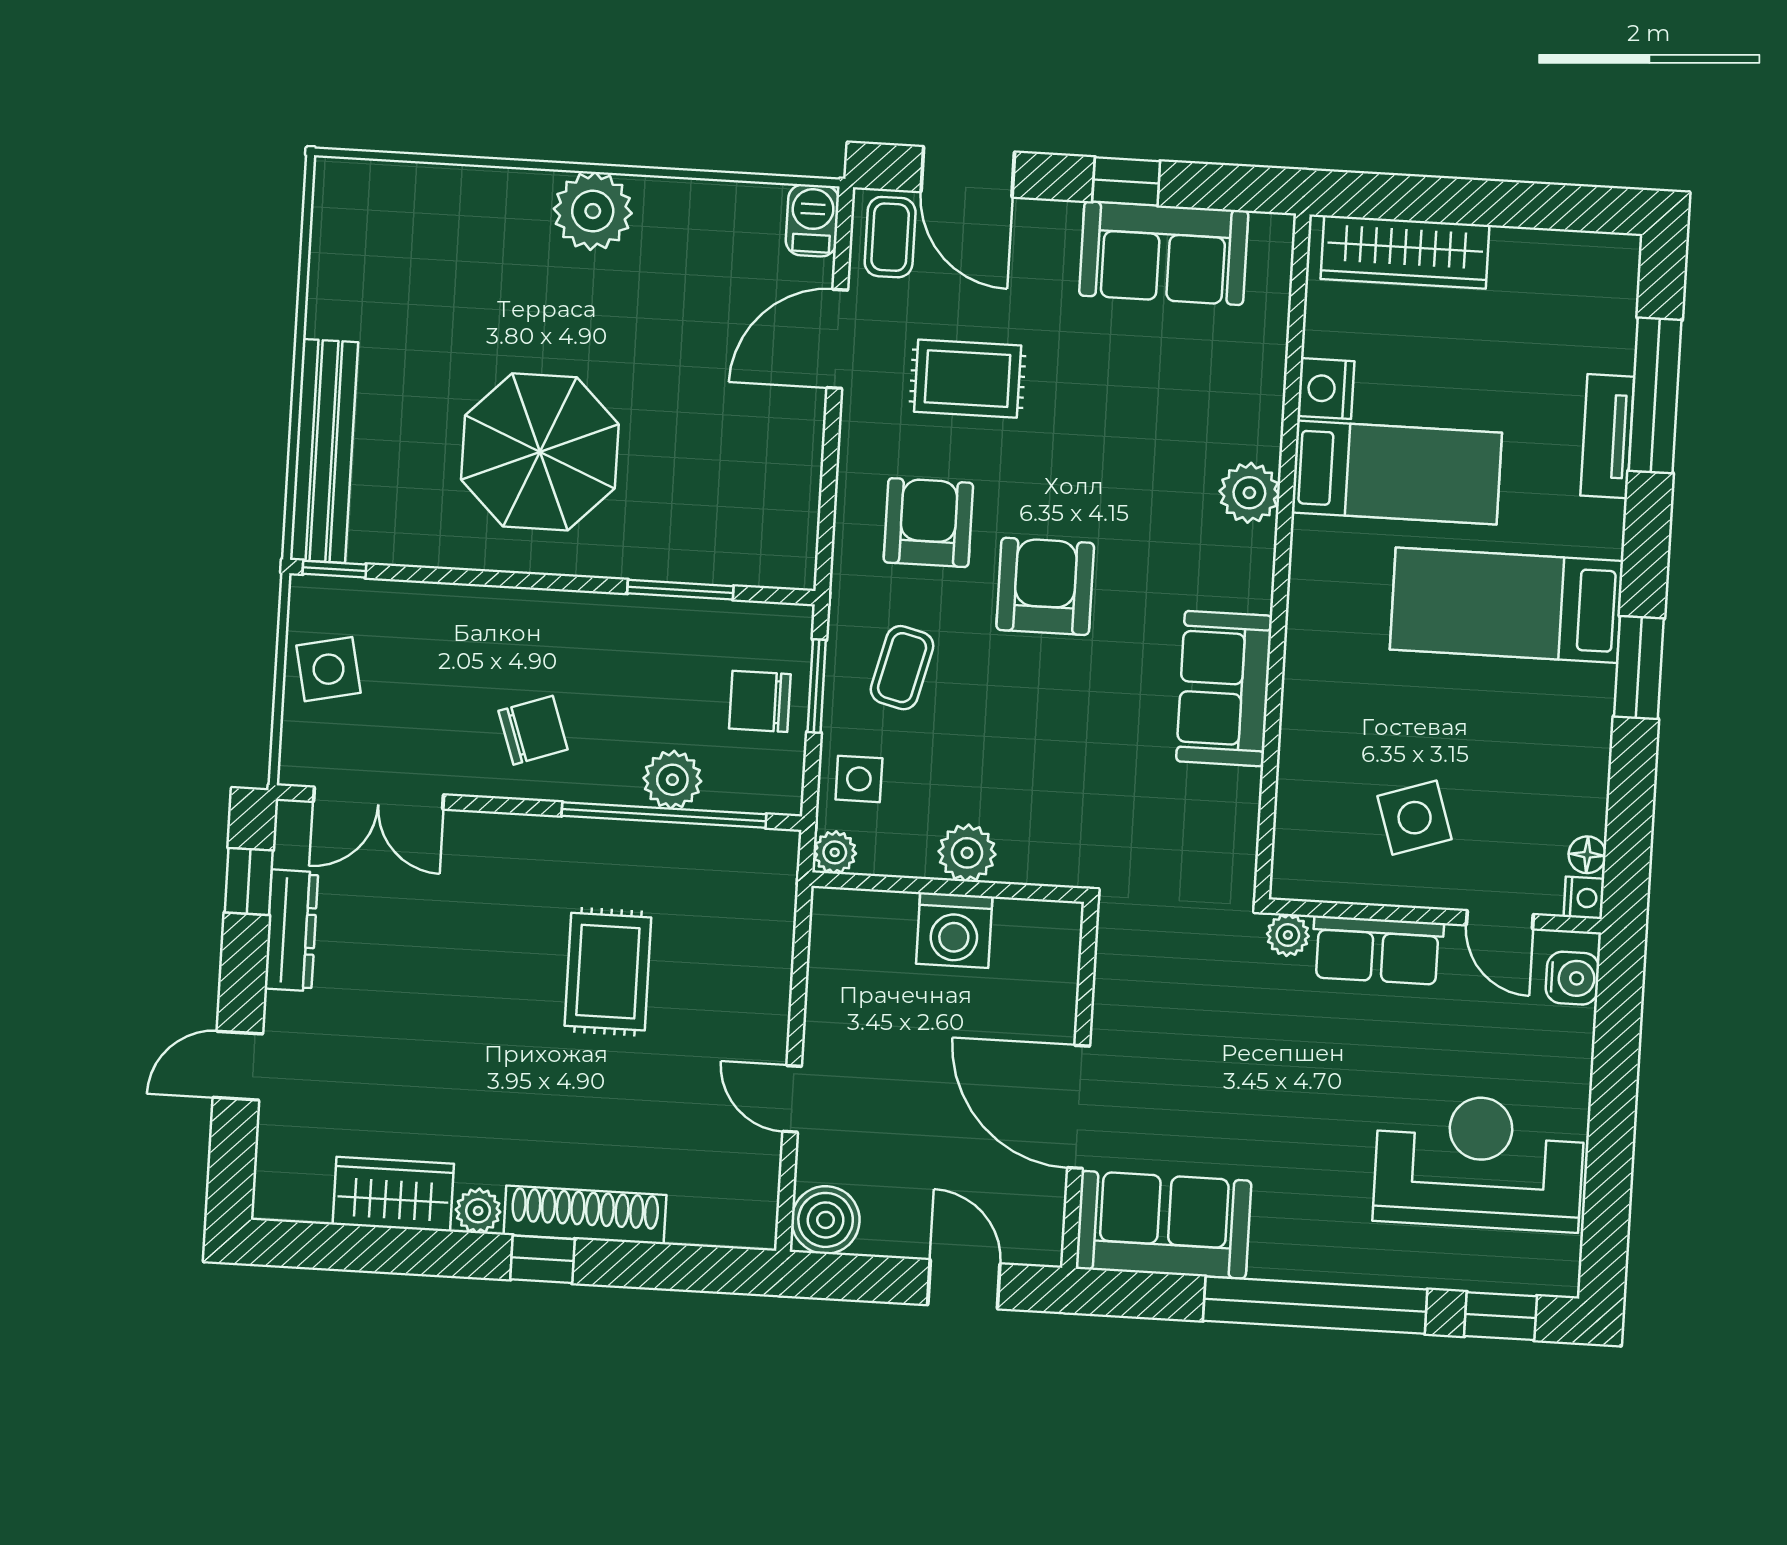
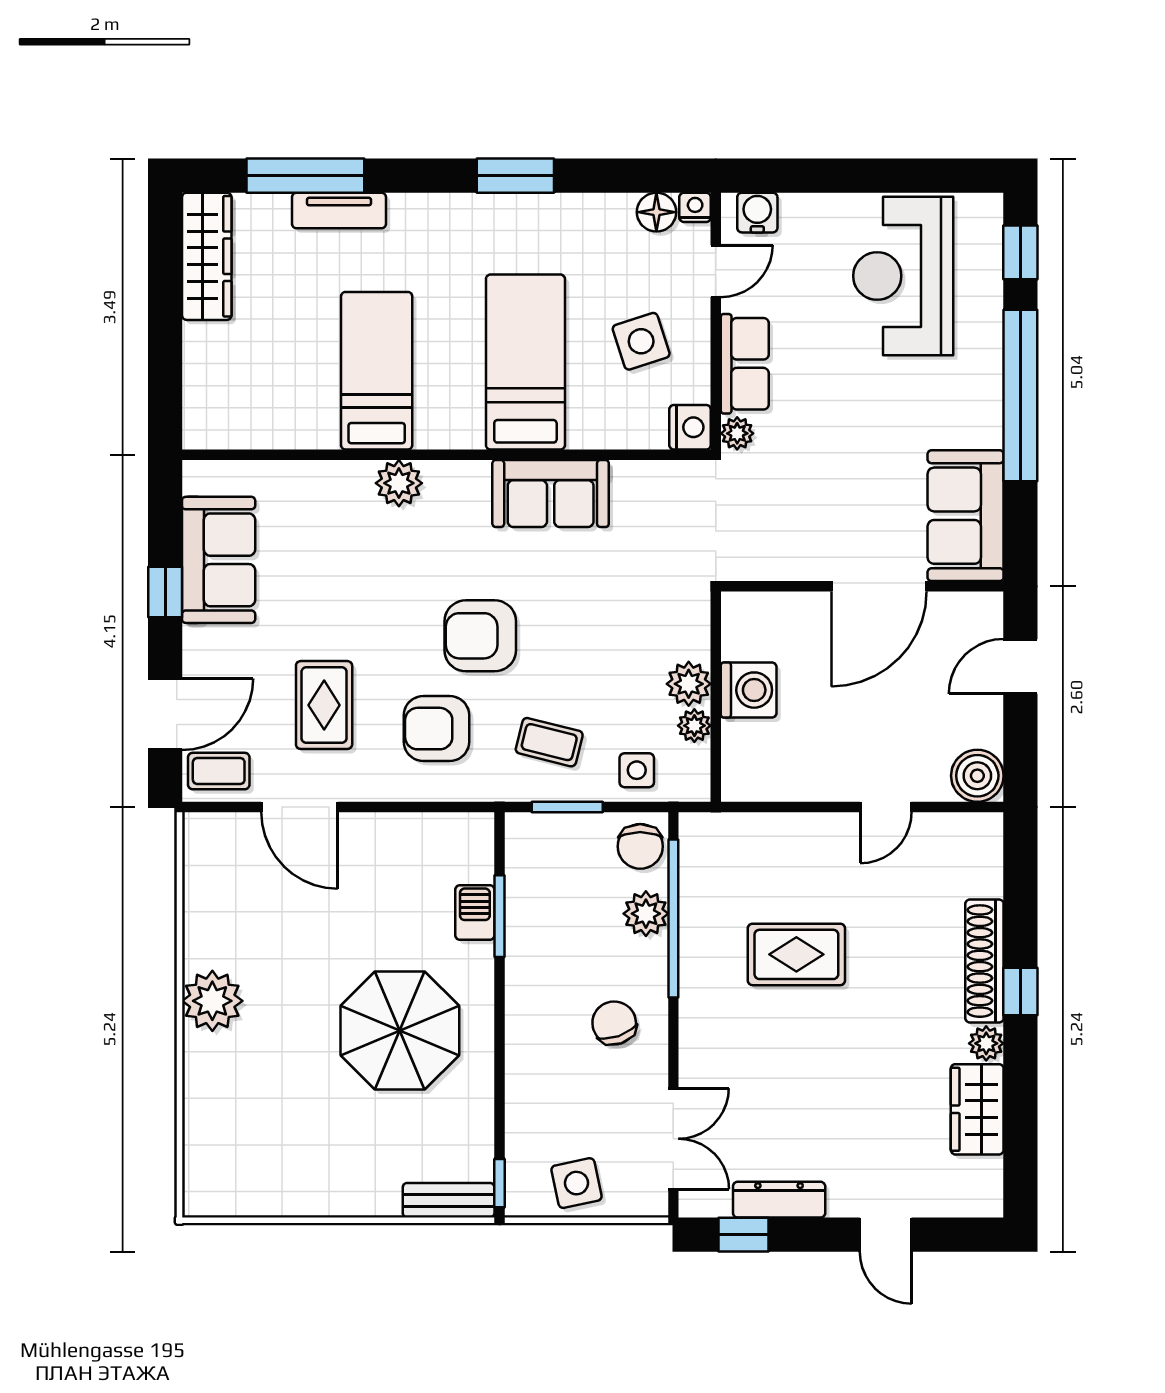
barbecue: (812, 220) -> (475, 912), moved, turned 90
wardrobe: (1405, 252) -> (207, 256), moved
nightstand: (1326, 389) -> (690, 427), moved, turned -90
bench: (324, 451) -> (449, 1200), width x0.54, depth x0.82
bed: (1507, 605) -> (525, 362), moved, turned 180
chair: (760, 701) -> (640, 846), moved
plant: (835, 852) -> (694, 726), moved
floor lamp: (1587, 855) -> (656, 212), width x1.37, depth x1.37

